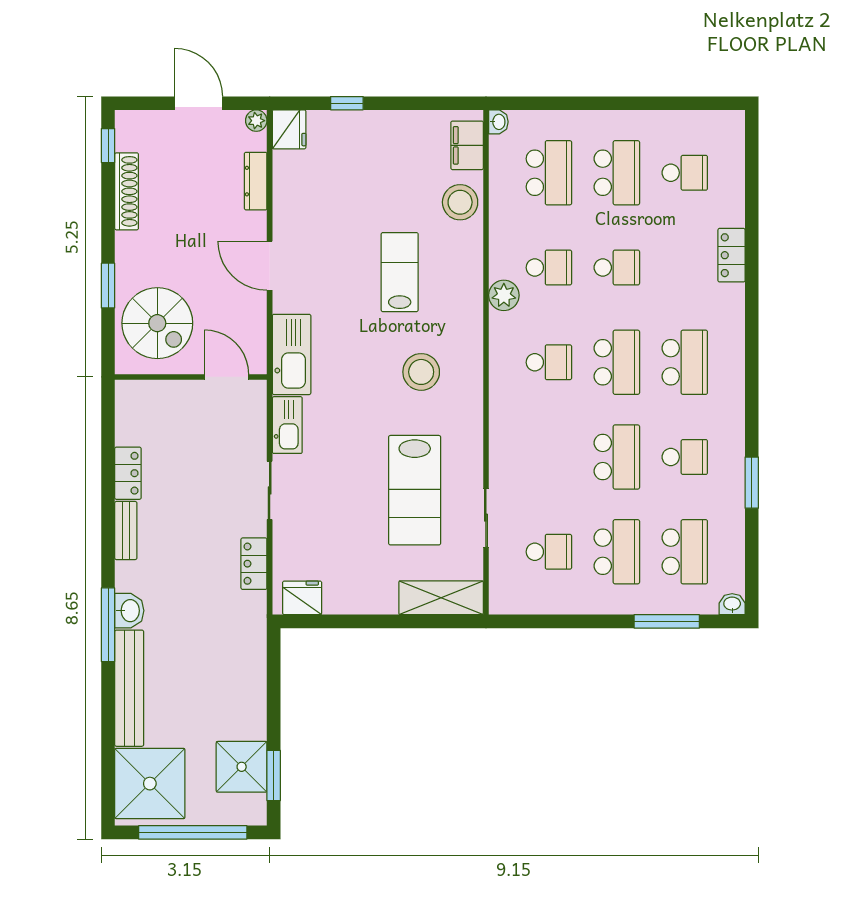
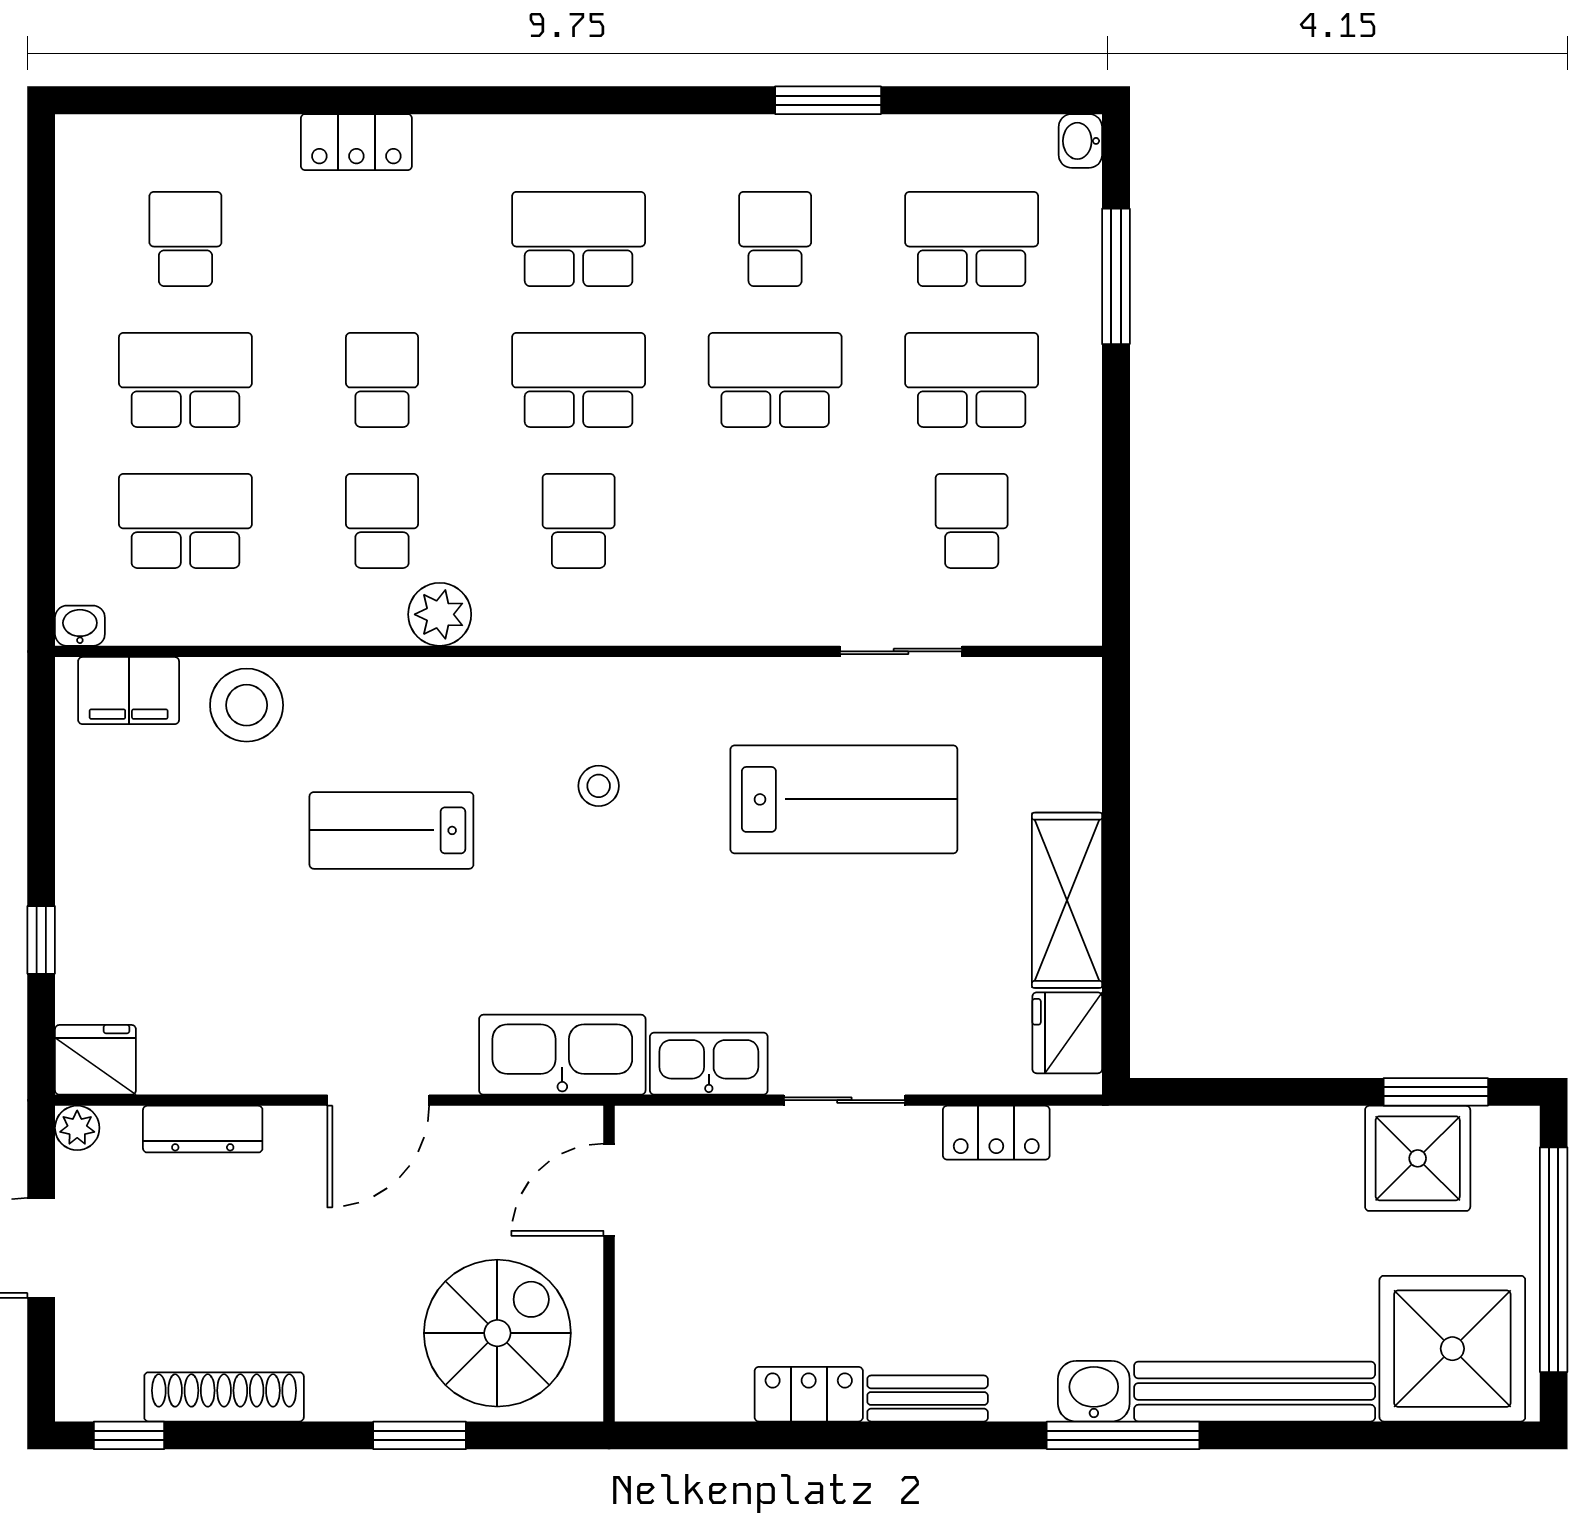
stool: (421, 372) -> (599, 786), width x0.53, depth x0.53
shelving: (441, 598) -> (1067, 900), moved

